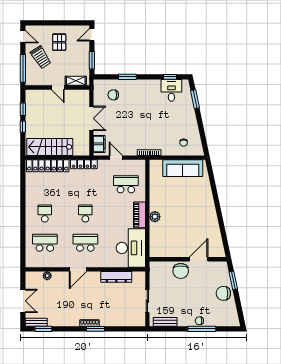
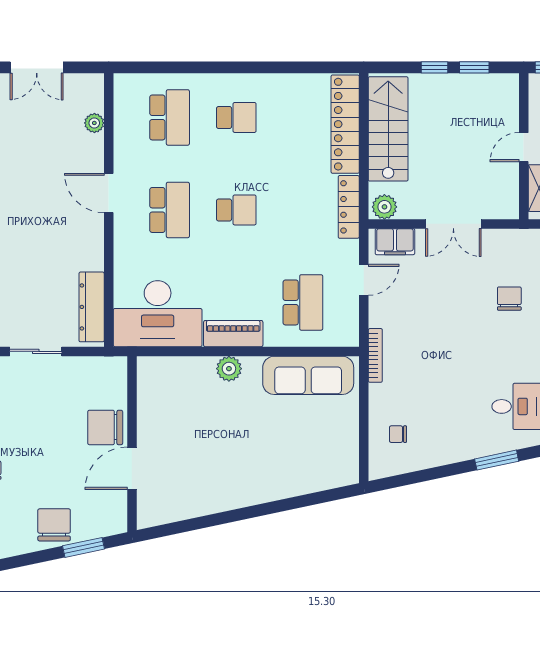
chair: (113, 95) -> (509, 299), moved
plant: (84, 149) -> (384, 207), added
sofa: (183, 168) -> (308, 375), moved, turned -90
door: (199, 259) -> (132, 468), swing flipped
dresser: (116, 277) -> (92, 307), moved

